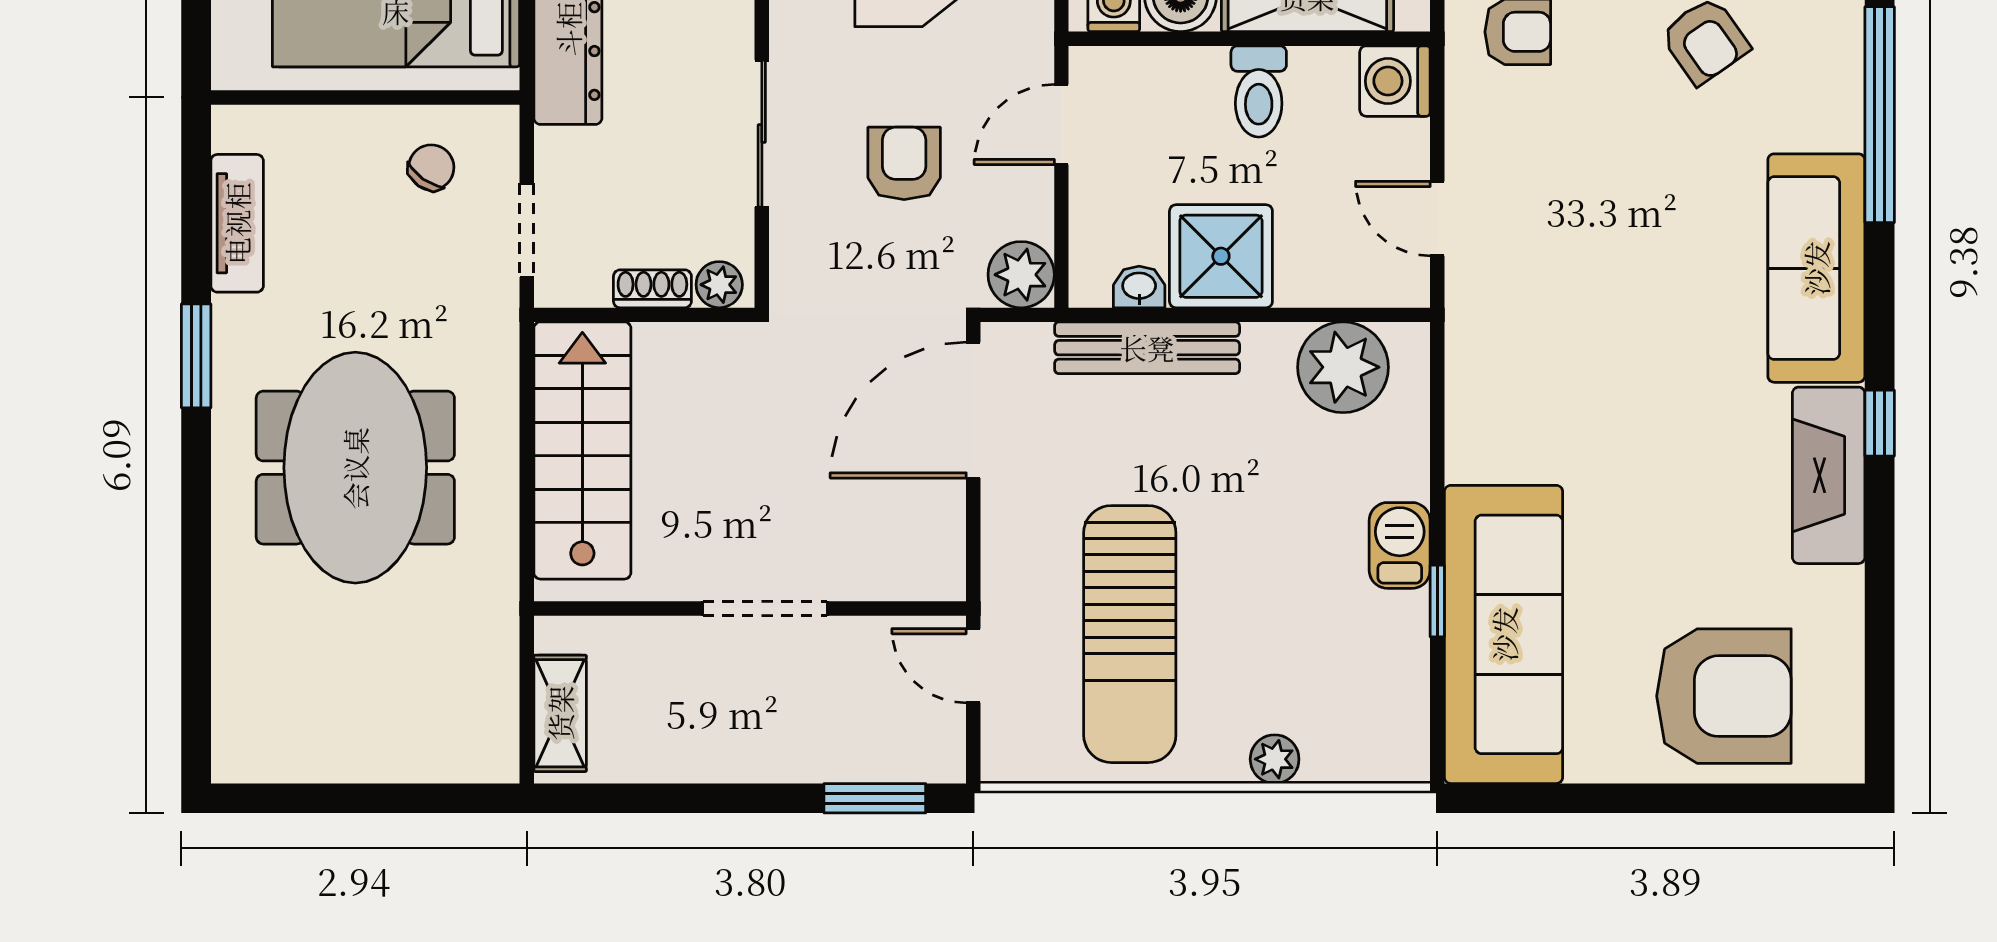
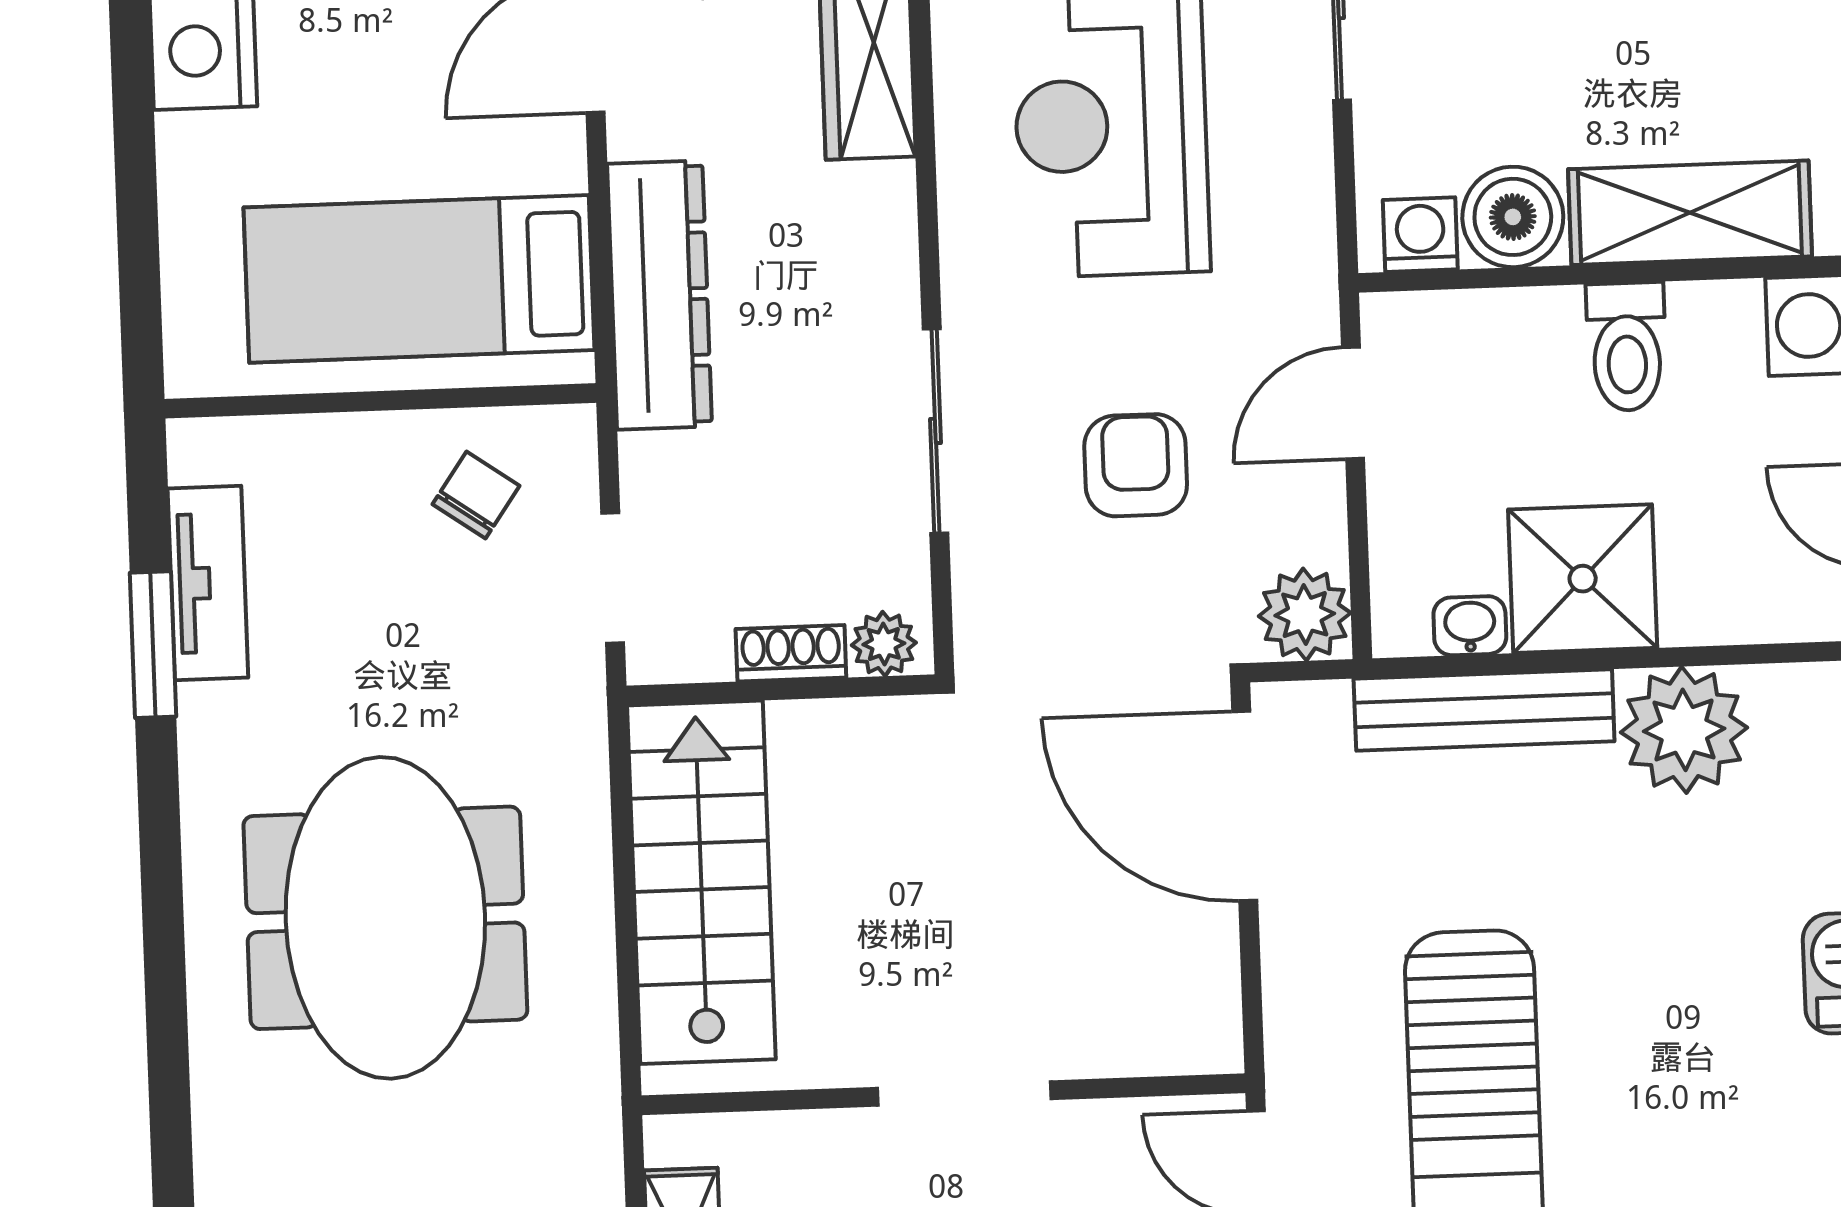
window: (196, 356) -> (153, 645), moved
plant: (1343, 367) -> (1684, 730), moved
door: (973, 410) -> (1245, 806), hinge flipped

